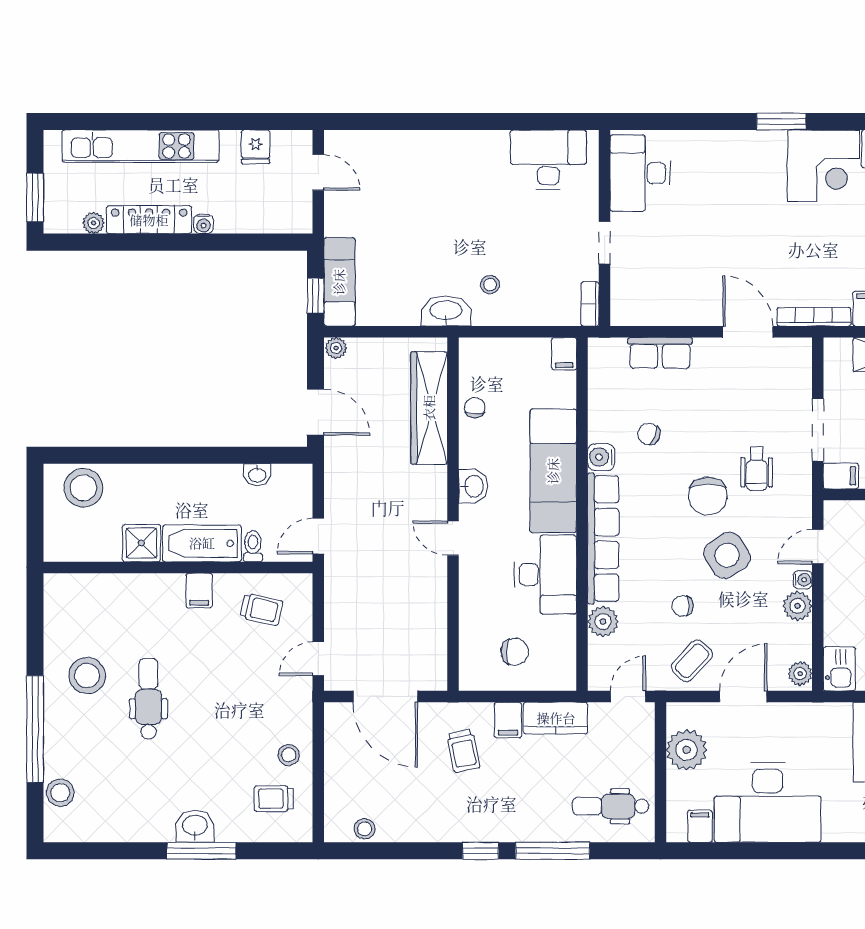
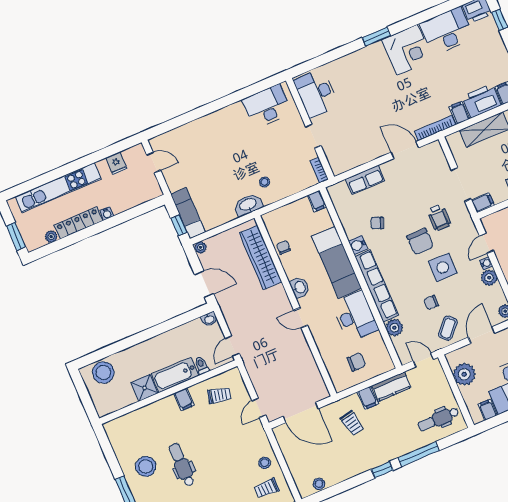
washbasin: (257, 475) -> (209, 319), moved
side table: (727, 555) -> (443, 267), turned 33
door: (628, 697) -> (423, 360), hinge flipped

